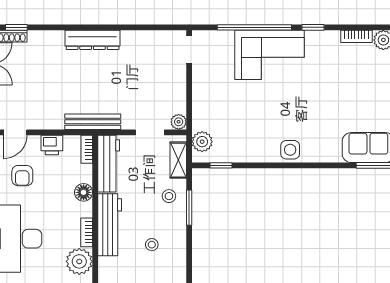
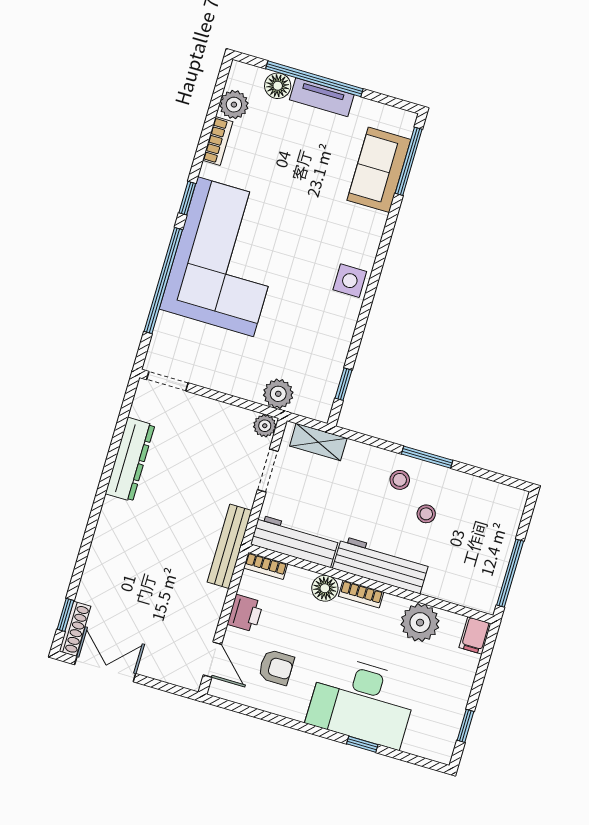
dresser: (93, 40) -> (130, 459), moved
corner sofa: (269, 55) -> (226, 257), width x1.36, depth x1.36
plant: (202, 142) -> (278, 394), moved
stool: (169, 196) -> (400, 480), moved
window: (189, 208) -> (427, 457), moved
bookcase: (87, 232) -> (361, 594), moved

